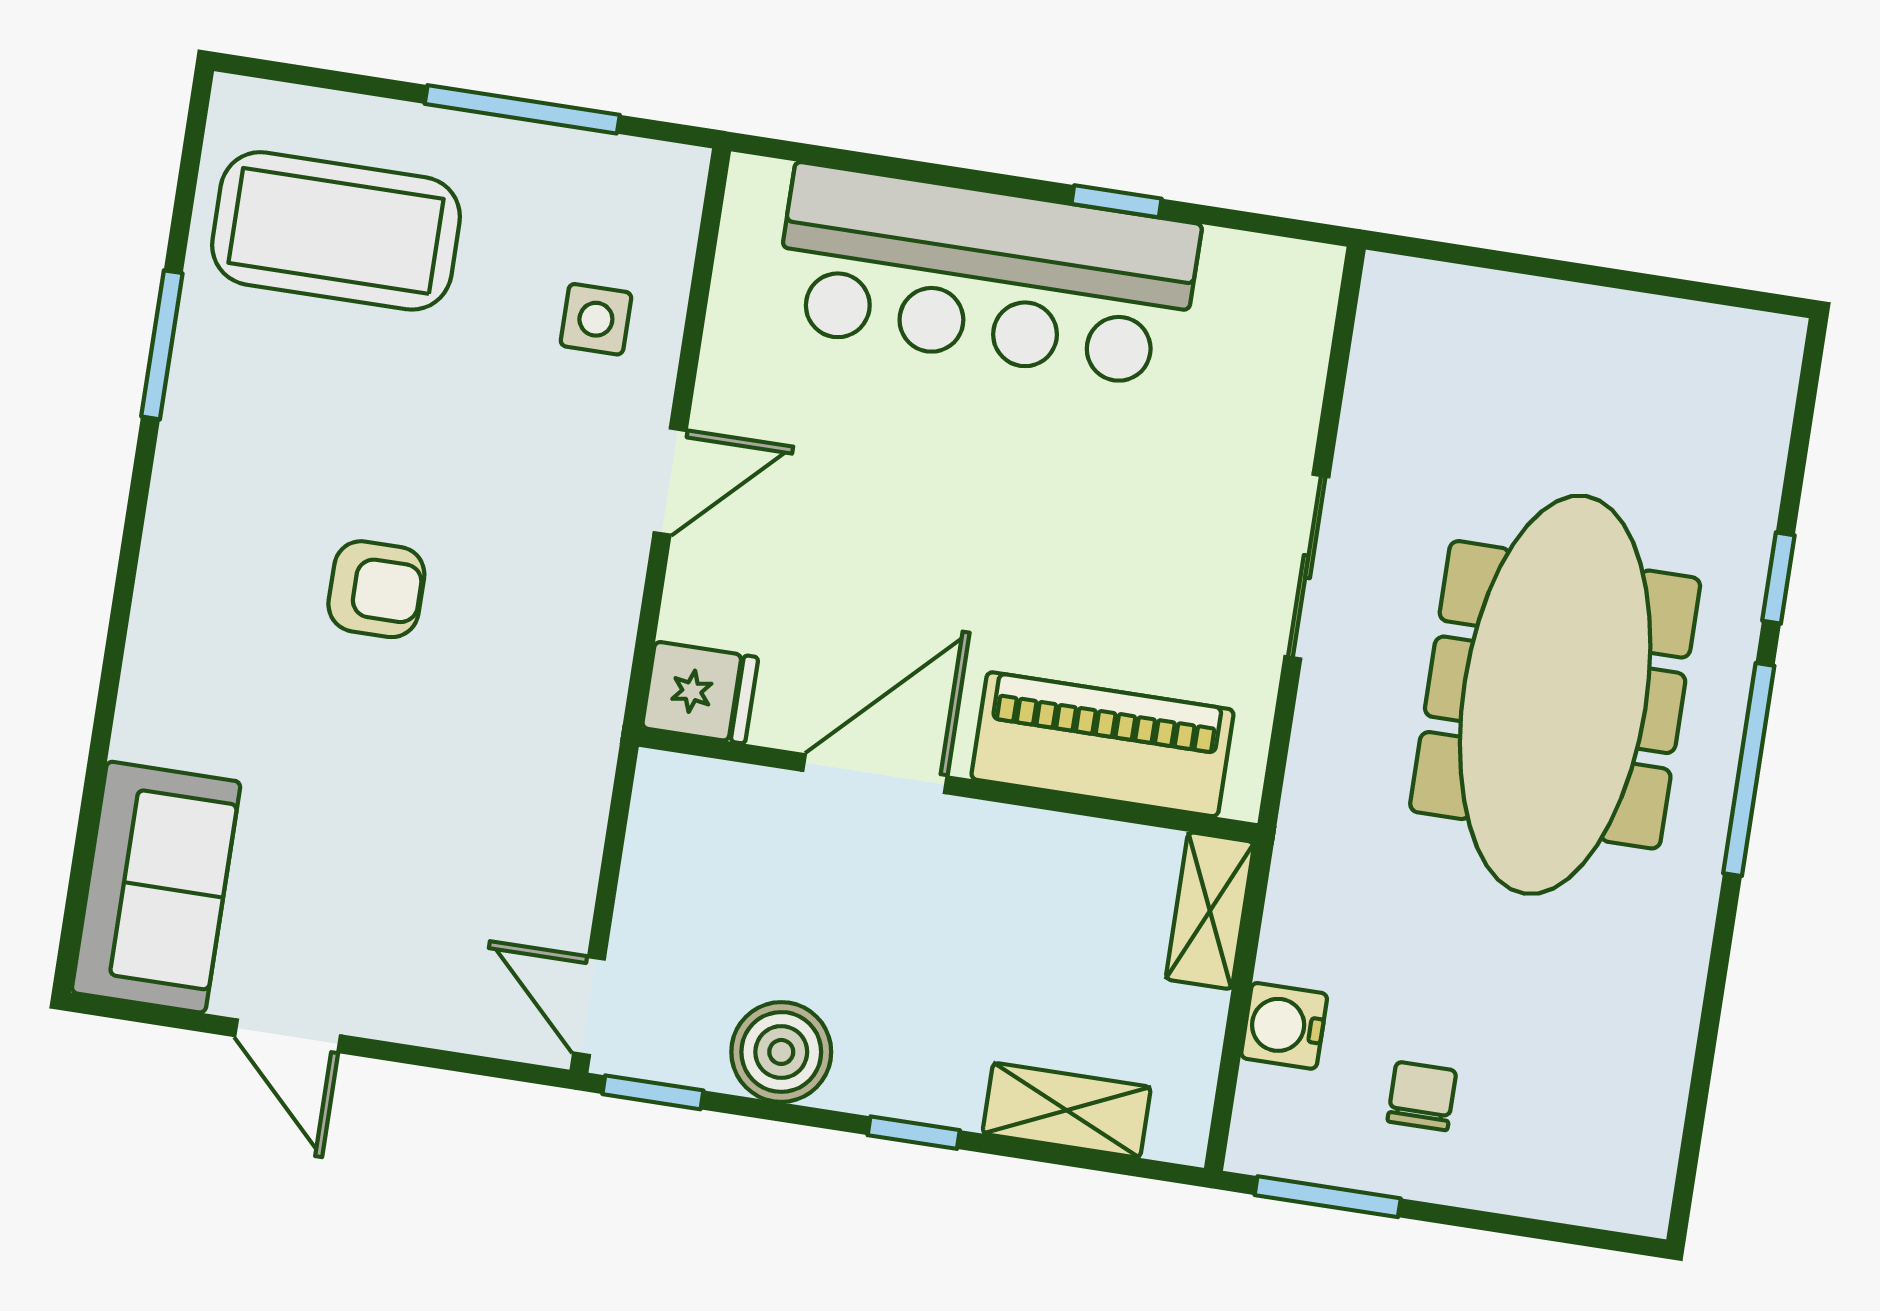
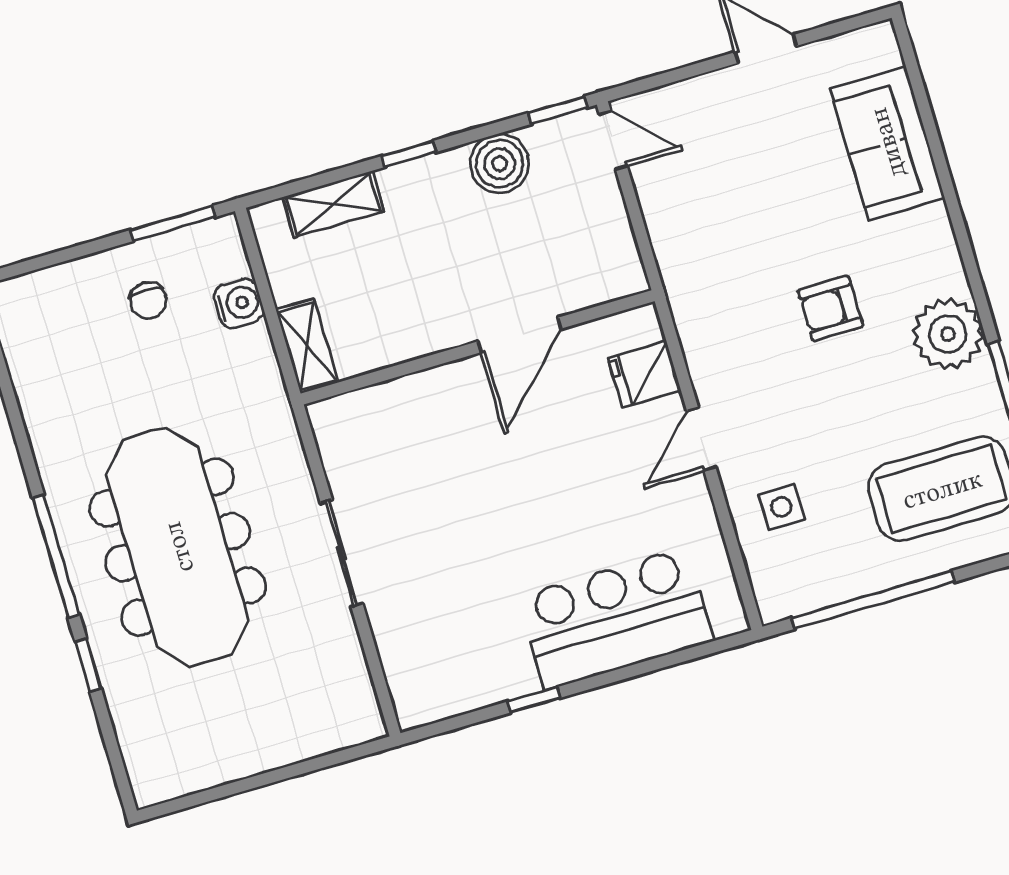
window: (522, 109) -> (873, 600), width x1.46
bar counter: (986, 276) -> (616, 618), width x0.73
plant: (214, 465) -> (948, 334), added
fridge: (700, 693) -> (644, 374), moved
piano: (1102, 744) -> (406, 408), removed
sofa: (156, 887) -> (887, 143), moved

